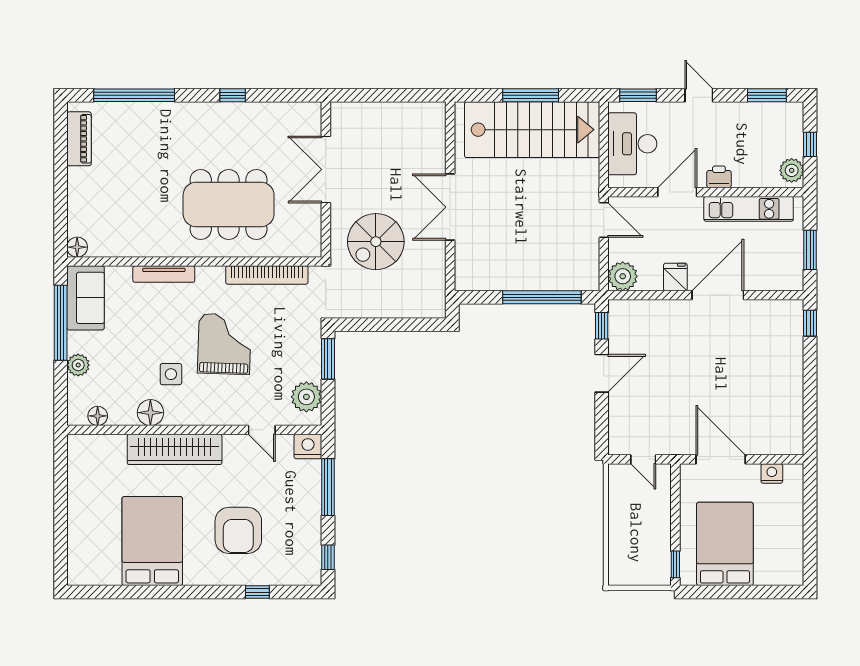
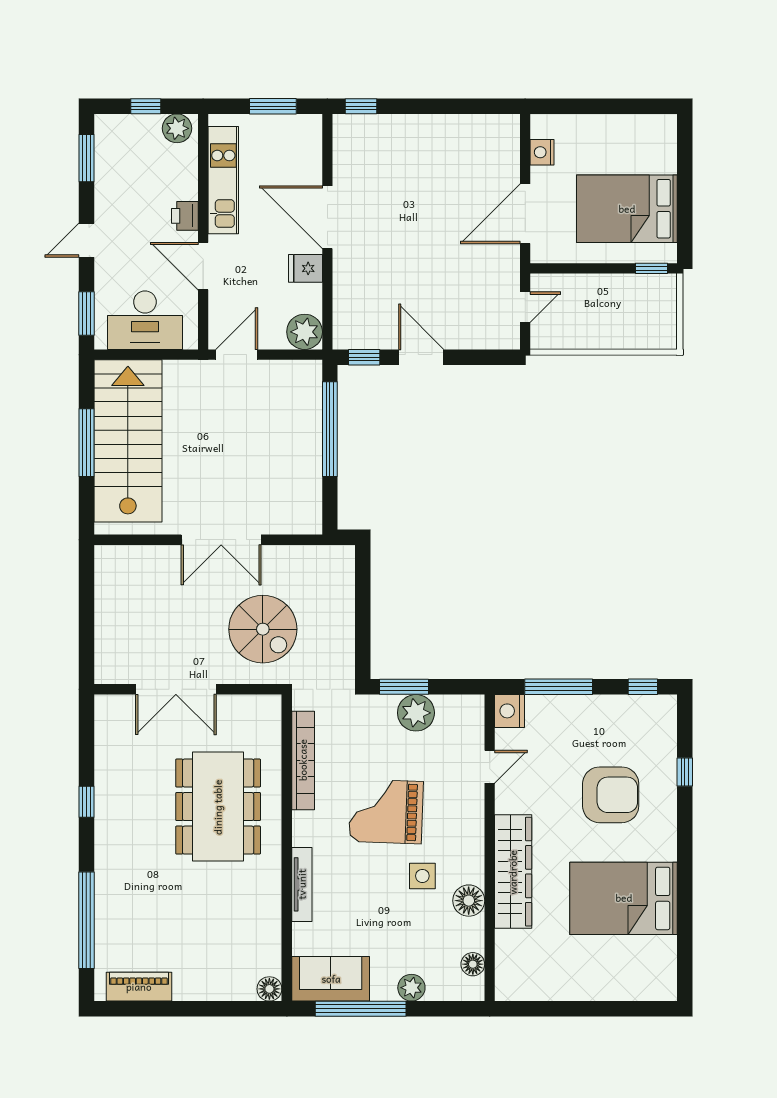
plant: (306, 397) -> (416, 713), moved

